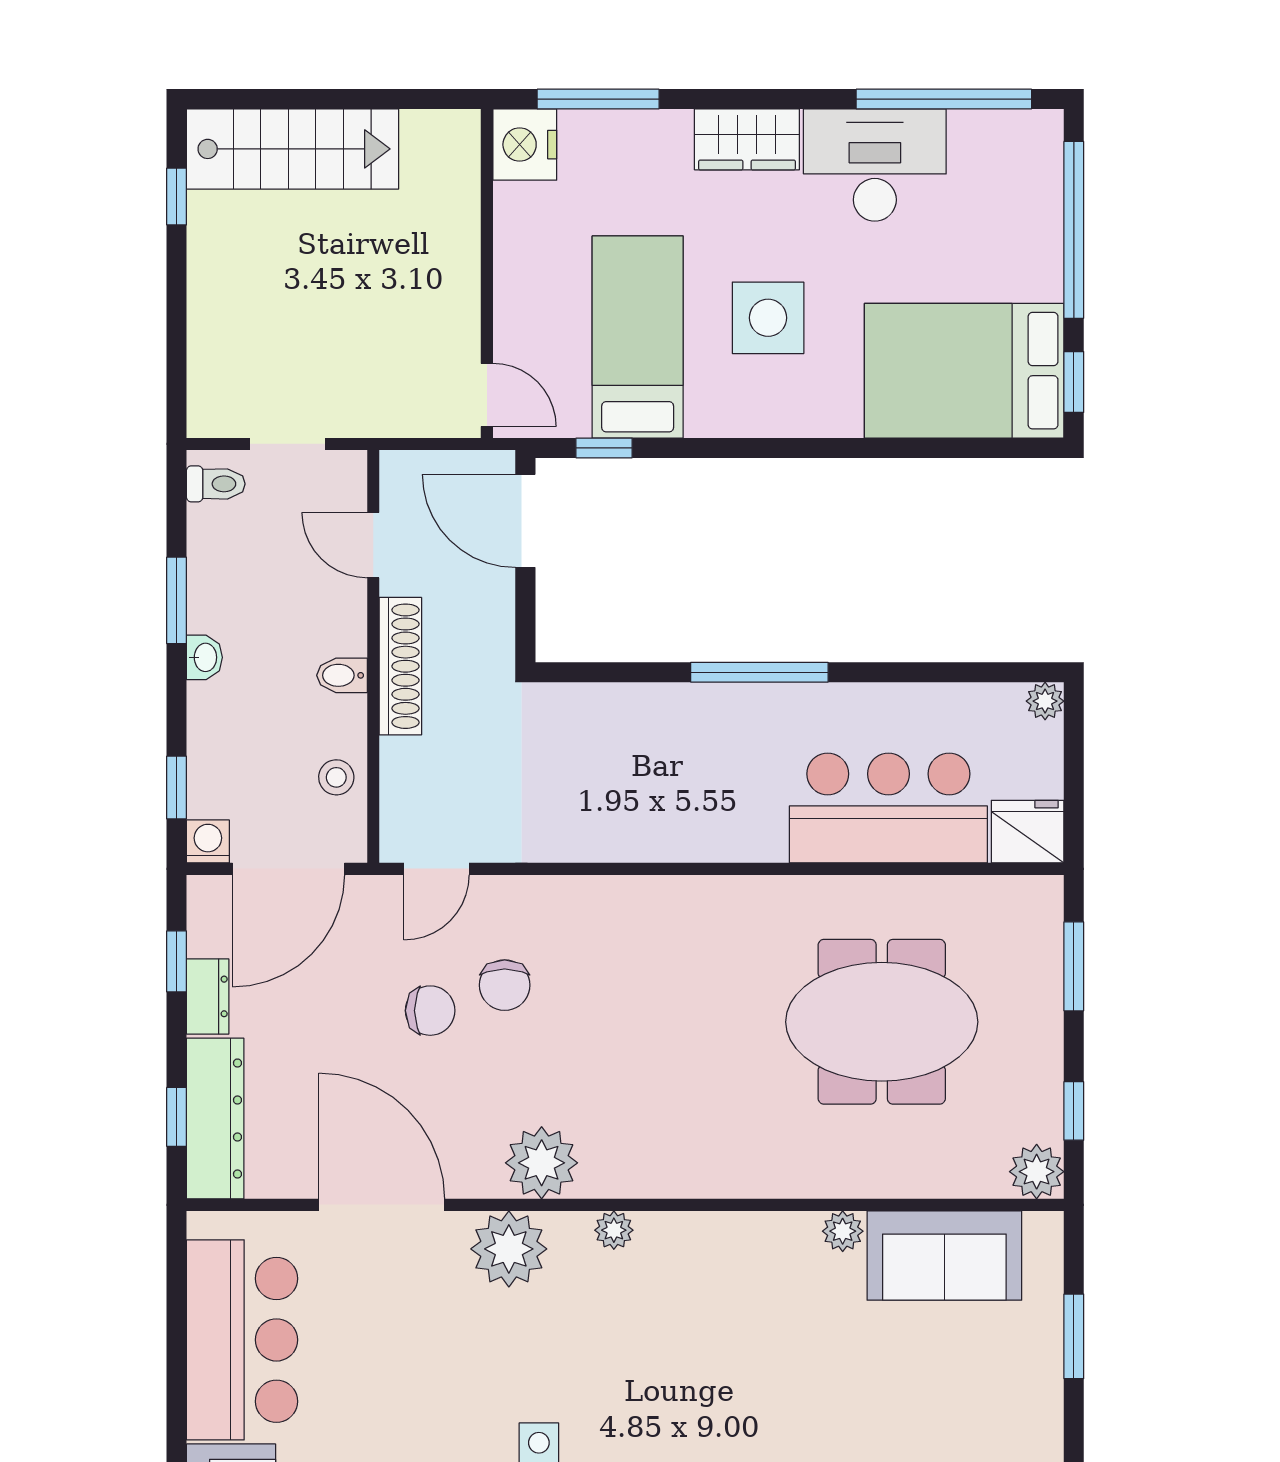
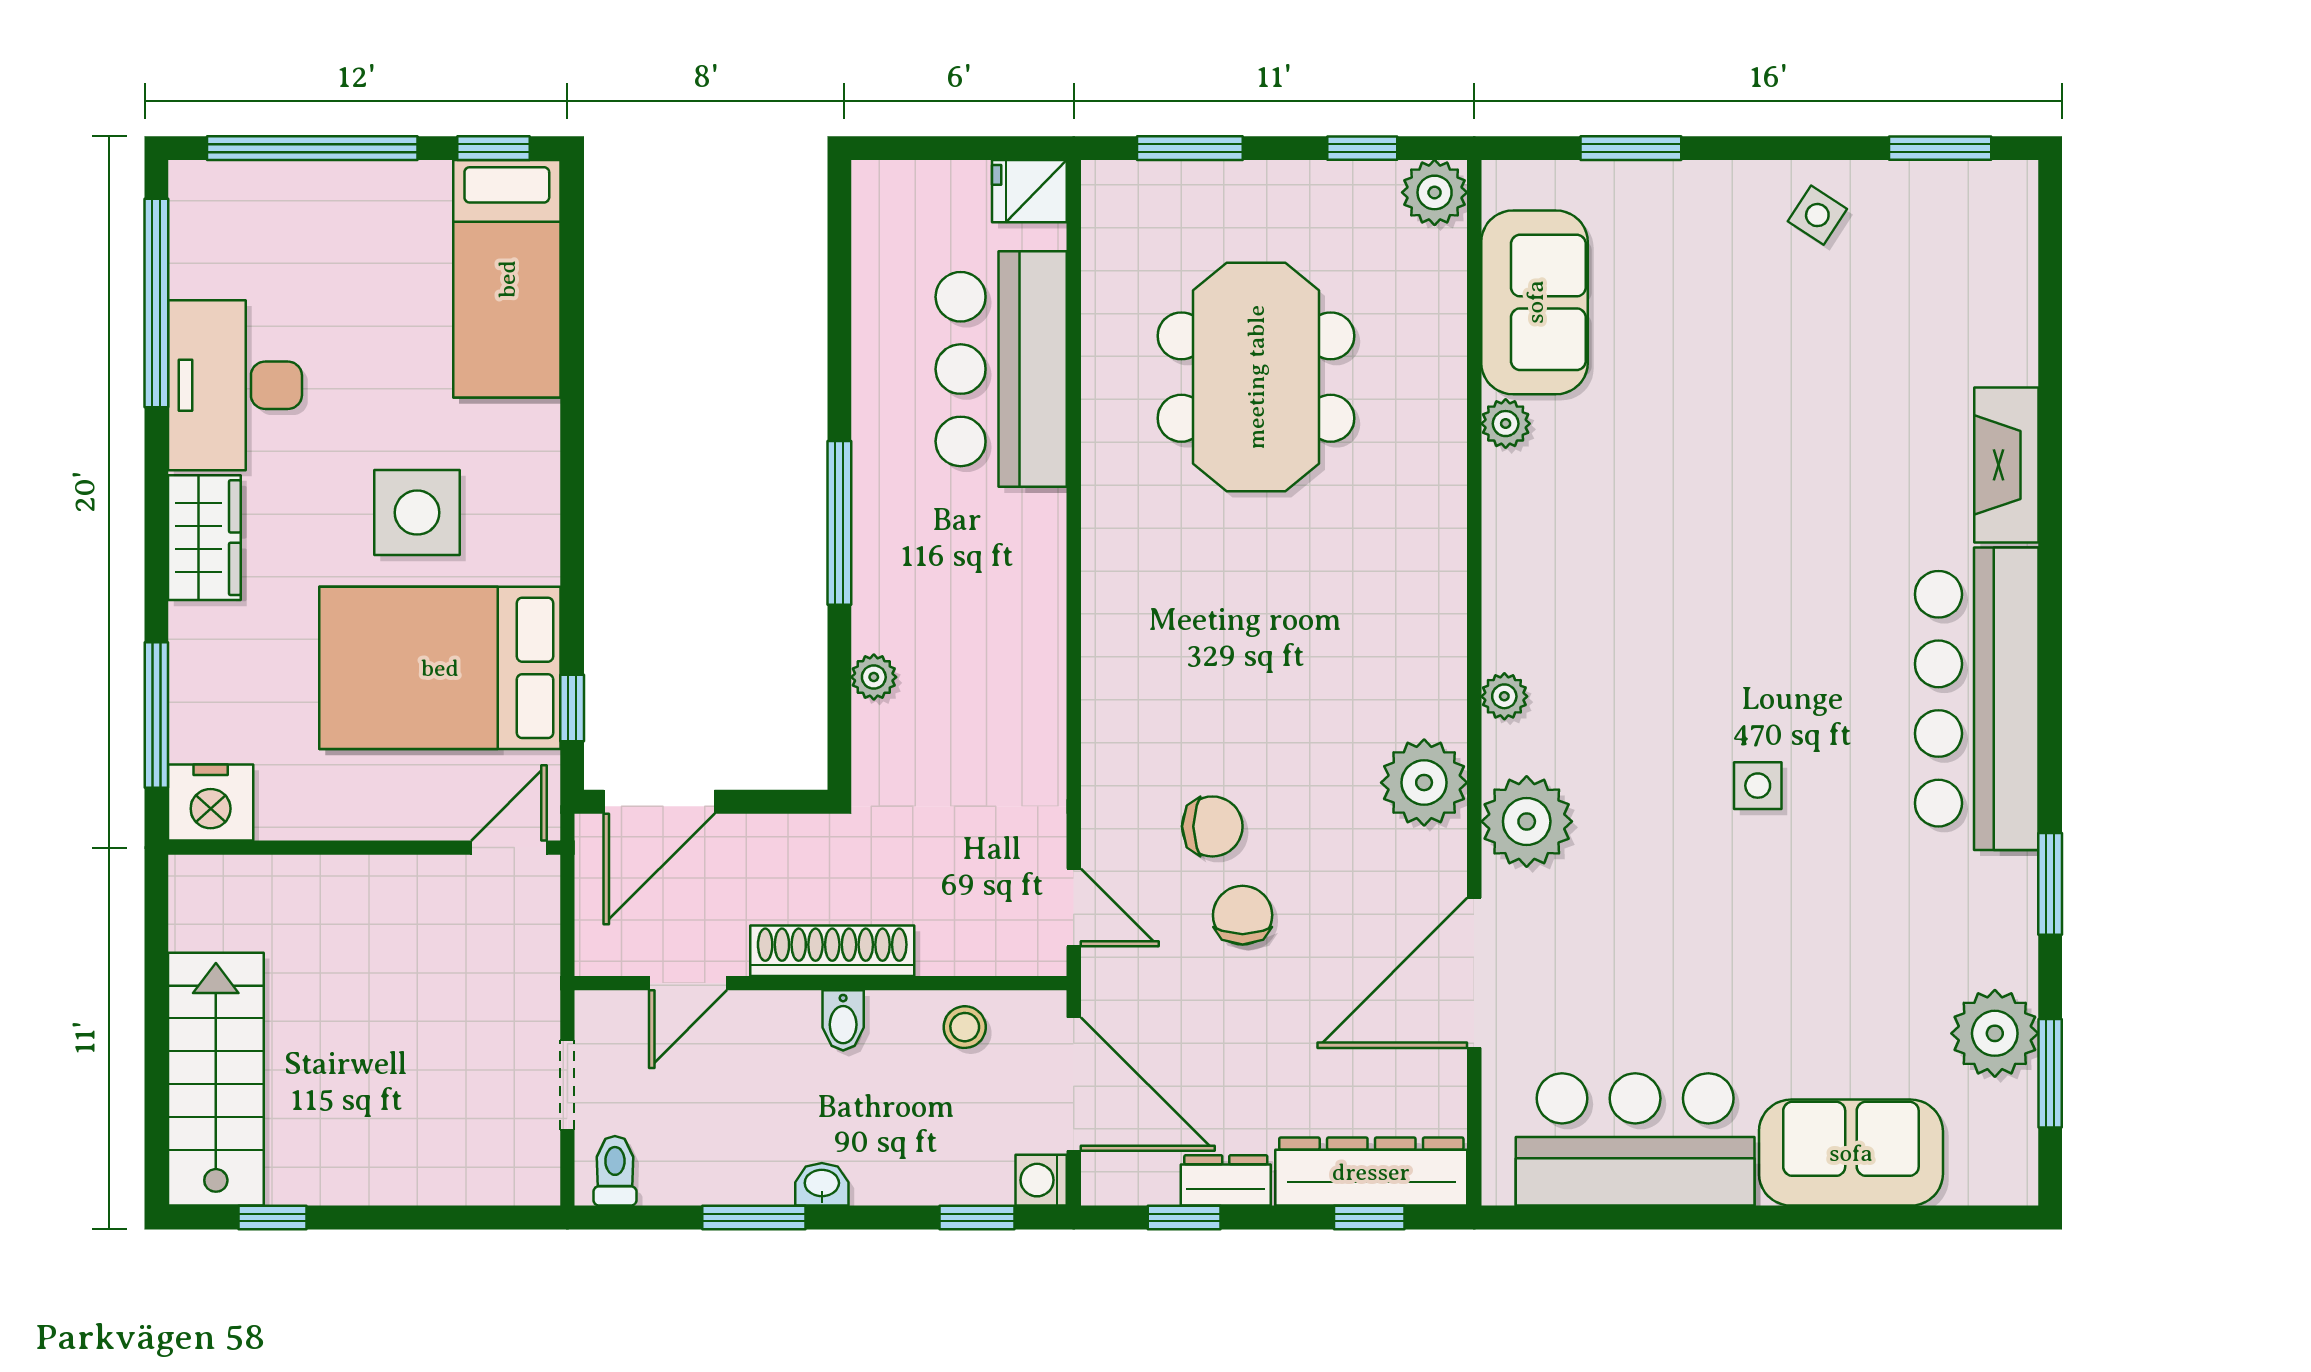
bed: (638, 337) -> (440, 668), width x1.50
bed: (964, 371) -> (507, 279), width x0.67
plant: (1045, 701) -> (874, 677), moved
fridge: (1028, 832) -> (1029, 191), width x0.72

